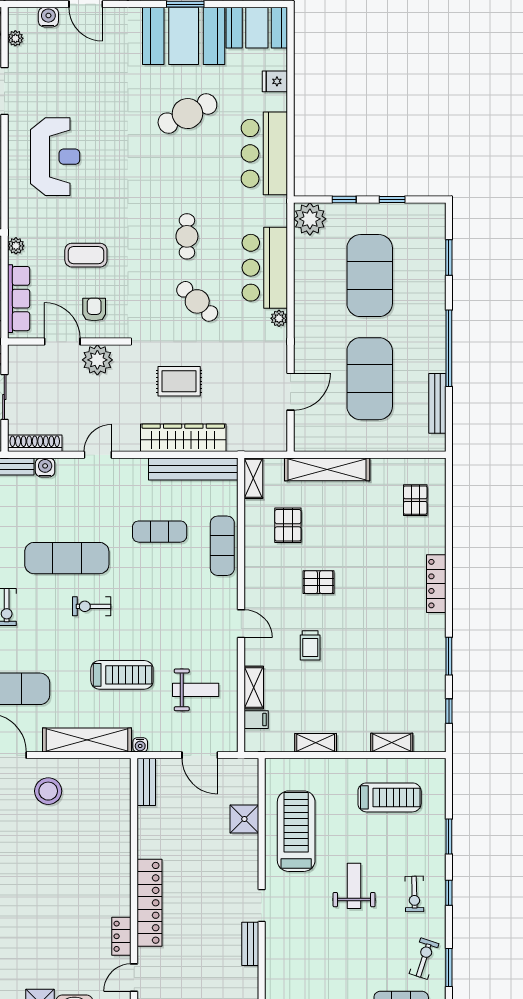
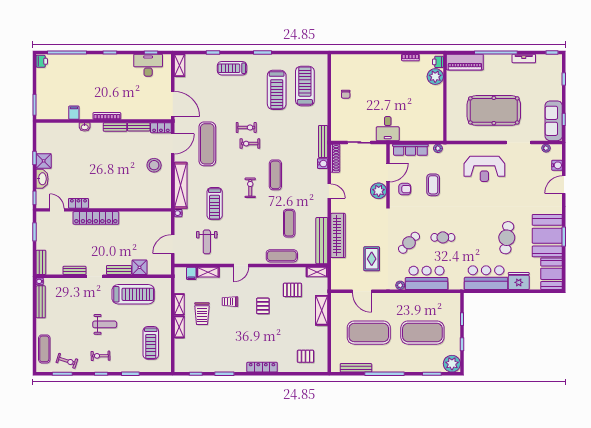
fridge: (275, 81) -> (519, 281), width x1.88, depth x1.34
cafe table: (187, 114) -> (507, 238), turned 33
plant: (310, 219) -> (452, 364), moved
rug: (179, 381) -> (372, 259), moved
shelving: (327, 469) -> (322, 310), width x0.68
exercise mat: (67, 558) -> (275, 175), width x0.73, depth x0.69
trolley: (333, 699) -> (202, 314), added
shelving: (392, 743) -> (179, 327), moved
bench: (146, 782) -> (119, 270), moved

